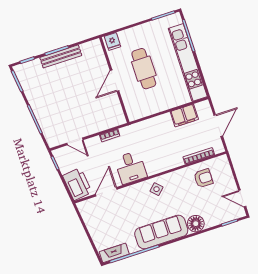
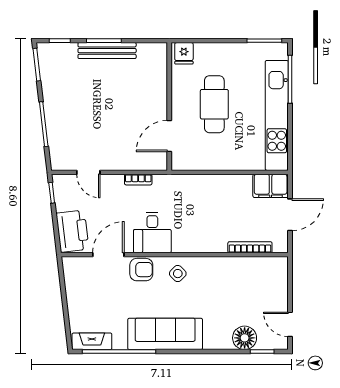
door: (115, 81) -> (169, 136), moved
filing cabinet: (184, 115) -> (271, 186), moved
armchair: (203, 178) -> (141, 270), moved
floor lamp: (196, 224) -> (245, 338), moved

